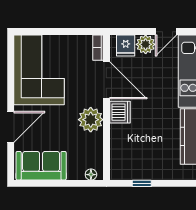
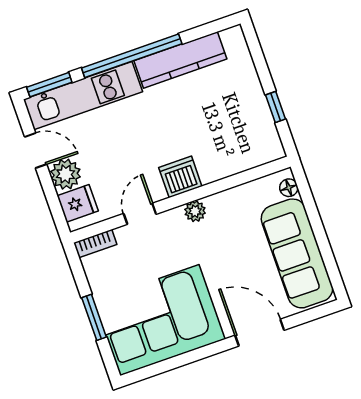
window: (54, 32) -> (94, 317), added
door: (106, 80) -> (140, 214), width x0.53
plant: (91, 120) -> (195, 211), width x0.53, depth x0.53
sofa: (41, 166) -> (297, 253), width x1.36

